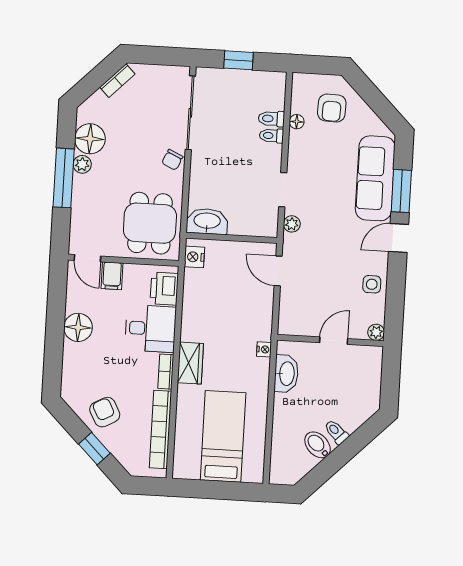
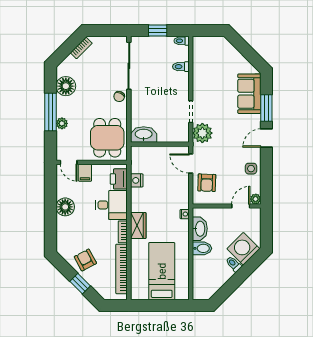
armchair: (332, 108) -> (207, 183), moved
floor lamp: (297, 122) -> (197, 68), removed
toilet: (271, 136) -> (182, 41), moved
plant: (82, 164) -> (62, 123), moved
sofa: (375, 178) -> (249, 94), width x0.73
plant: (292, 224) -> (202, 133), width x1.88, depth x1.88
nightstand: (194, 257) -> (137, 180), moved
door: (334, 341) -> (241, 206), moved
washing machine: (353, 409) -> (243, 249), added
bidet: (318, 445) -> (202, 248), moved, turned 135

